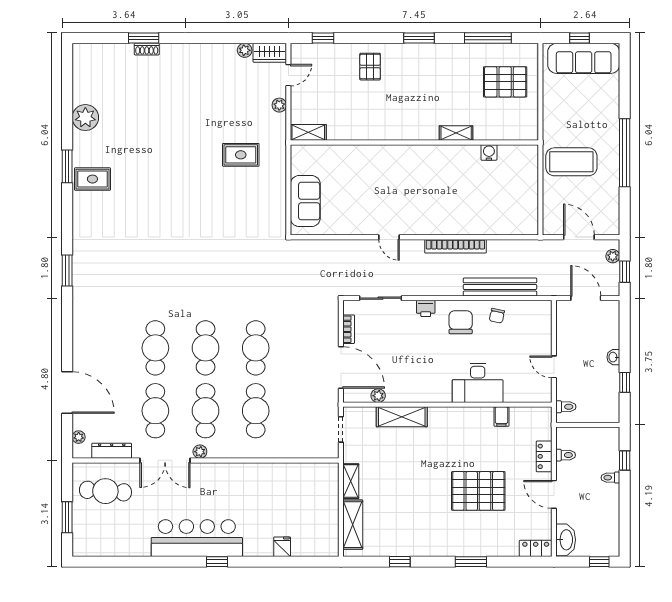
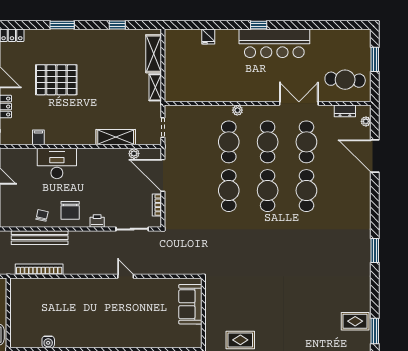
bookcase: (455, 246) -> (39, 269), moved
dresser: (112, 451) -> (345, 111), width x0.70
plant: (200, 452) -> (237, 110), moved

